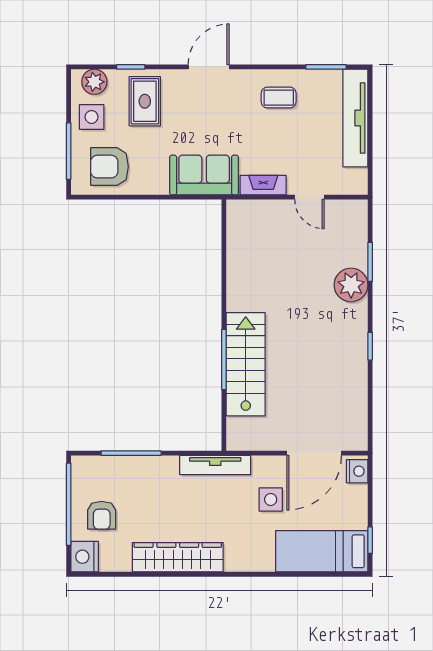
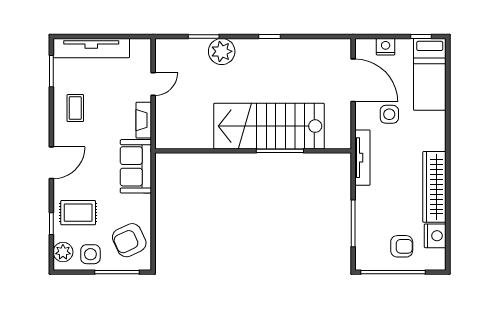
door: (209, 67) -> (51, 163), swing flipped
armchair: (110, 167) -> (129, 240), turned 65
stairs: (246, 364) -> (269, 126), width x1.36, depth x1.51
nightstand: (357, 471) -> (386, 47), moved
nightstand: (85, 557) -> (435, 236), moved, turned -90

